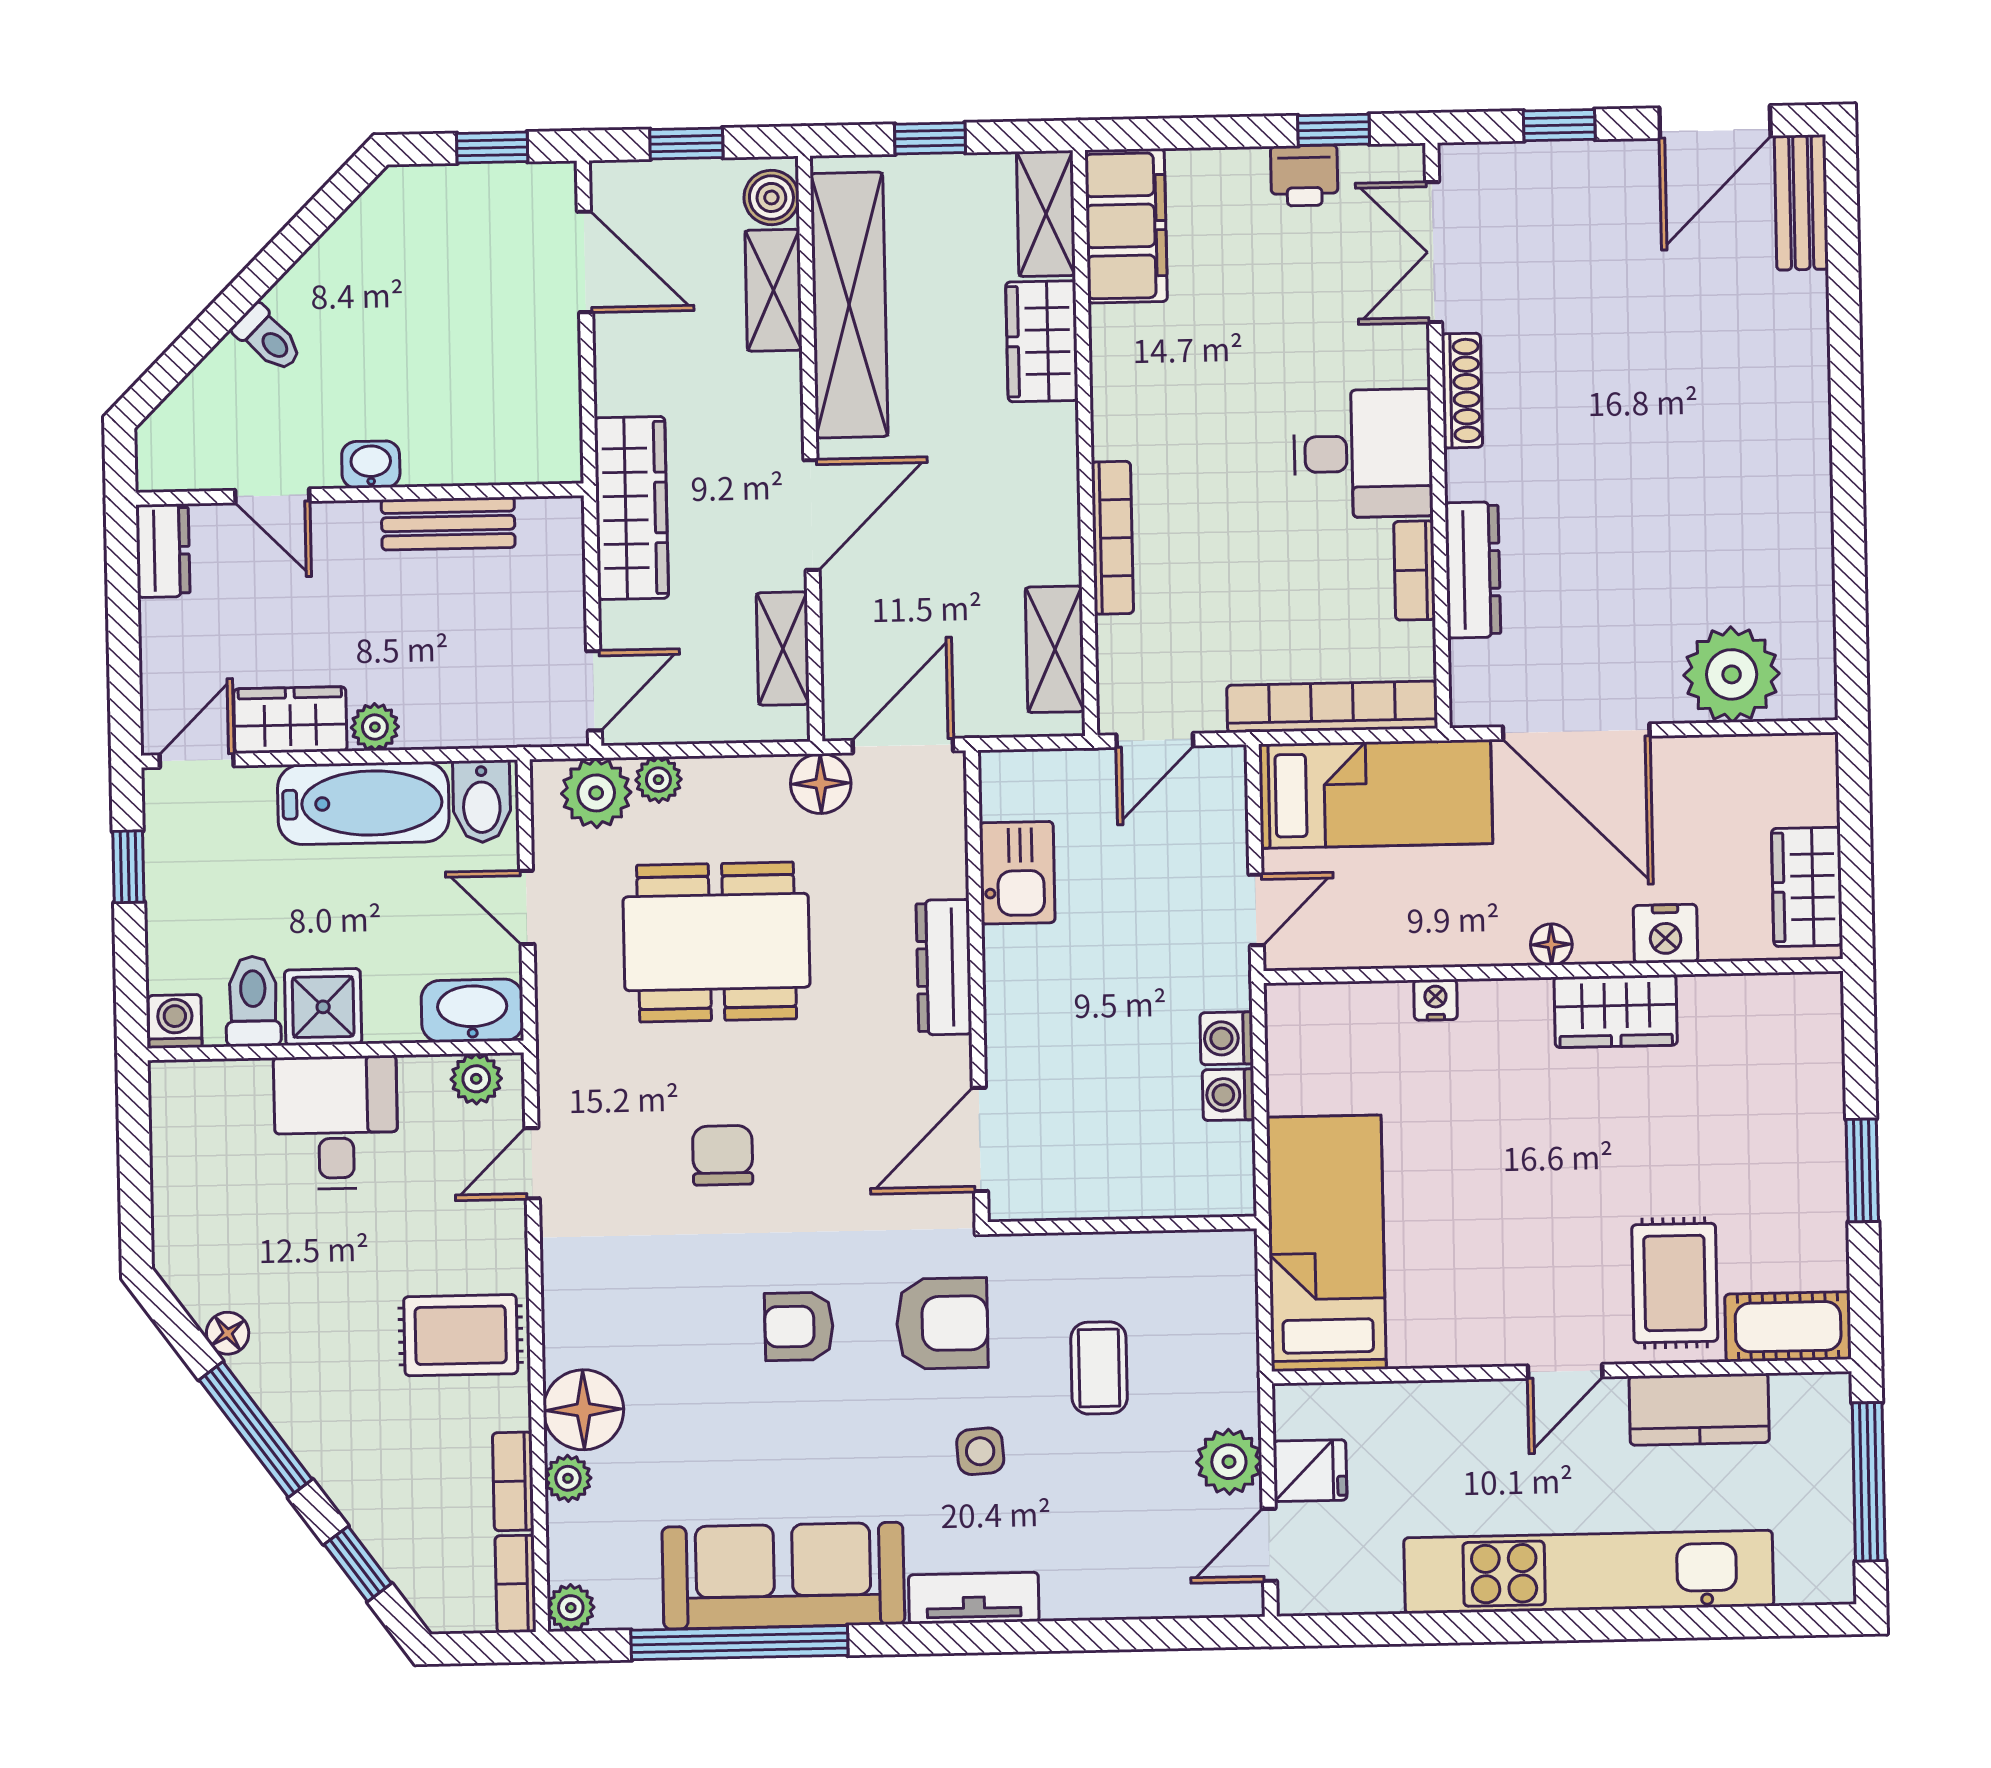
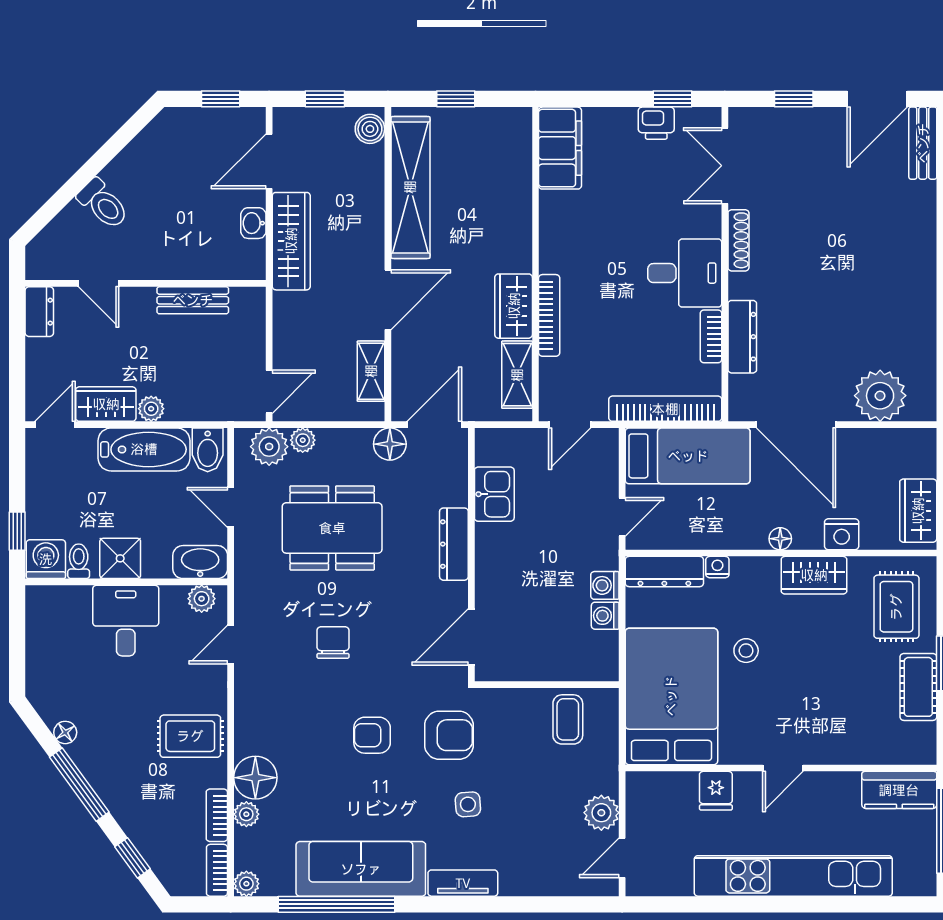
shelving: (1046, 214) -> (517, 141), removed
door: (585, 262) -> (269, 161), swing flipped
shelving: (773, 290) -> (370, 179), removed
toilet: (268, 338) -> (103, 204), width x1.37, depth x1.39
wardrobe: (1042, 341) -> (514, 306), moved
washbasin: (371, 464) -> (253, 223), moved, turned -90
wardrobe: (631, 508) -> (291, 241), moved
window: (128, 867) -> (17, 531), moved
toilet: (253, 1001) -> (79, 561), width x0.73, depth x0.72
dresser: (1337, 1010) -> (664, 571), added
washing machine: (175, 1021) -> (46, 559), width x1.38, depth x1.38
stool: (1492, 1154) -> (746, 651), added
bed: (1326, 1243) -> (671, 696), width x1.50
rug: (1675, 1283) -> (896, 607), moved
cot: (1788, 1327) -> (918, 687), moved, turned 90
coffee table: (1099, 1368) -> (568, 719), moved
kitchen counter: (1699, 1409) -> (899, 790), moved
fridge: (1310, 1471) -> (716, 791), moved, turned 90

